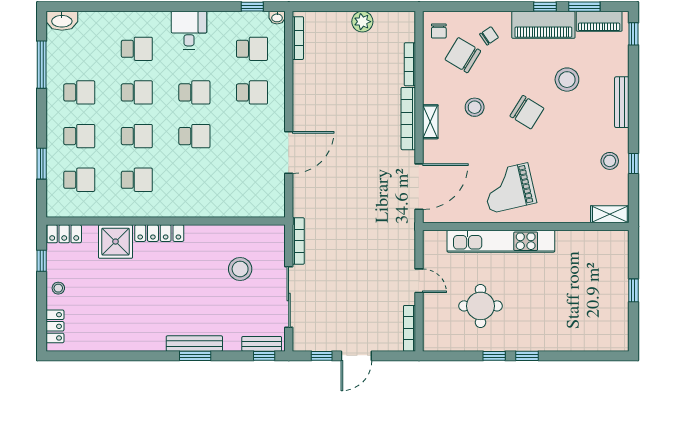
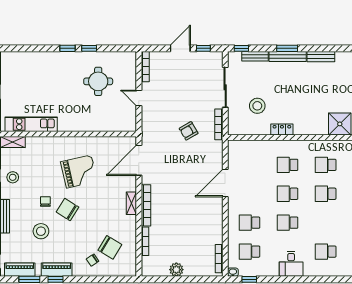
piano: (543, 25) -> (57, 270), width x0.73, depth x0.75
chair: (439, 31) -> (45, 202), moved
school desk: (137, 92) -> (288, 165), moved
stool: (475, 107) -> (102, 213), removed
grand piano: (509, 188) -> (79, 171), moved
armchair: (344, 231) -> (189, 131), added
locker: (159, 233) -> (282, 130), moved, width x0.66
kitchen unit: (501, 241) -> (31, 124), moved, width x0.73
bench: (144, 343) -> (321, 57), added
bench: (262, 344) -> (255, 56), moved

